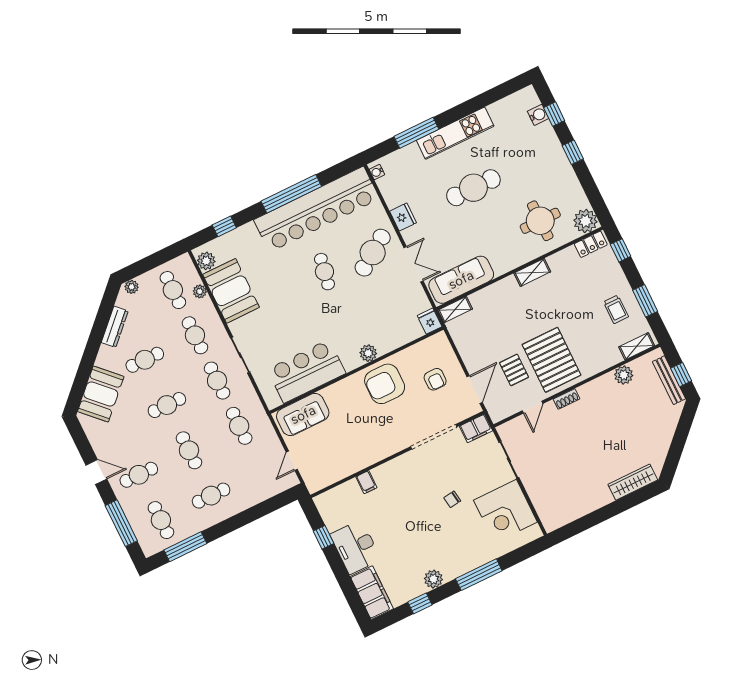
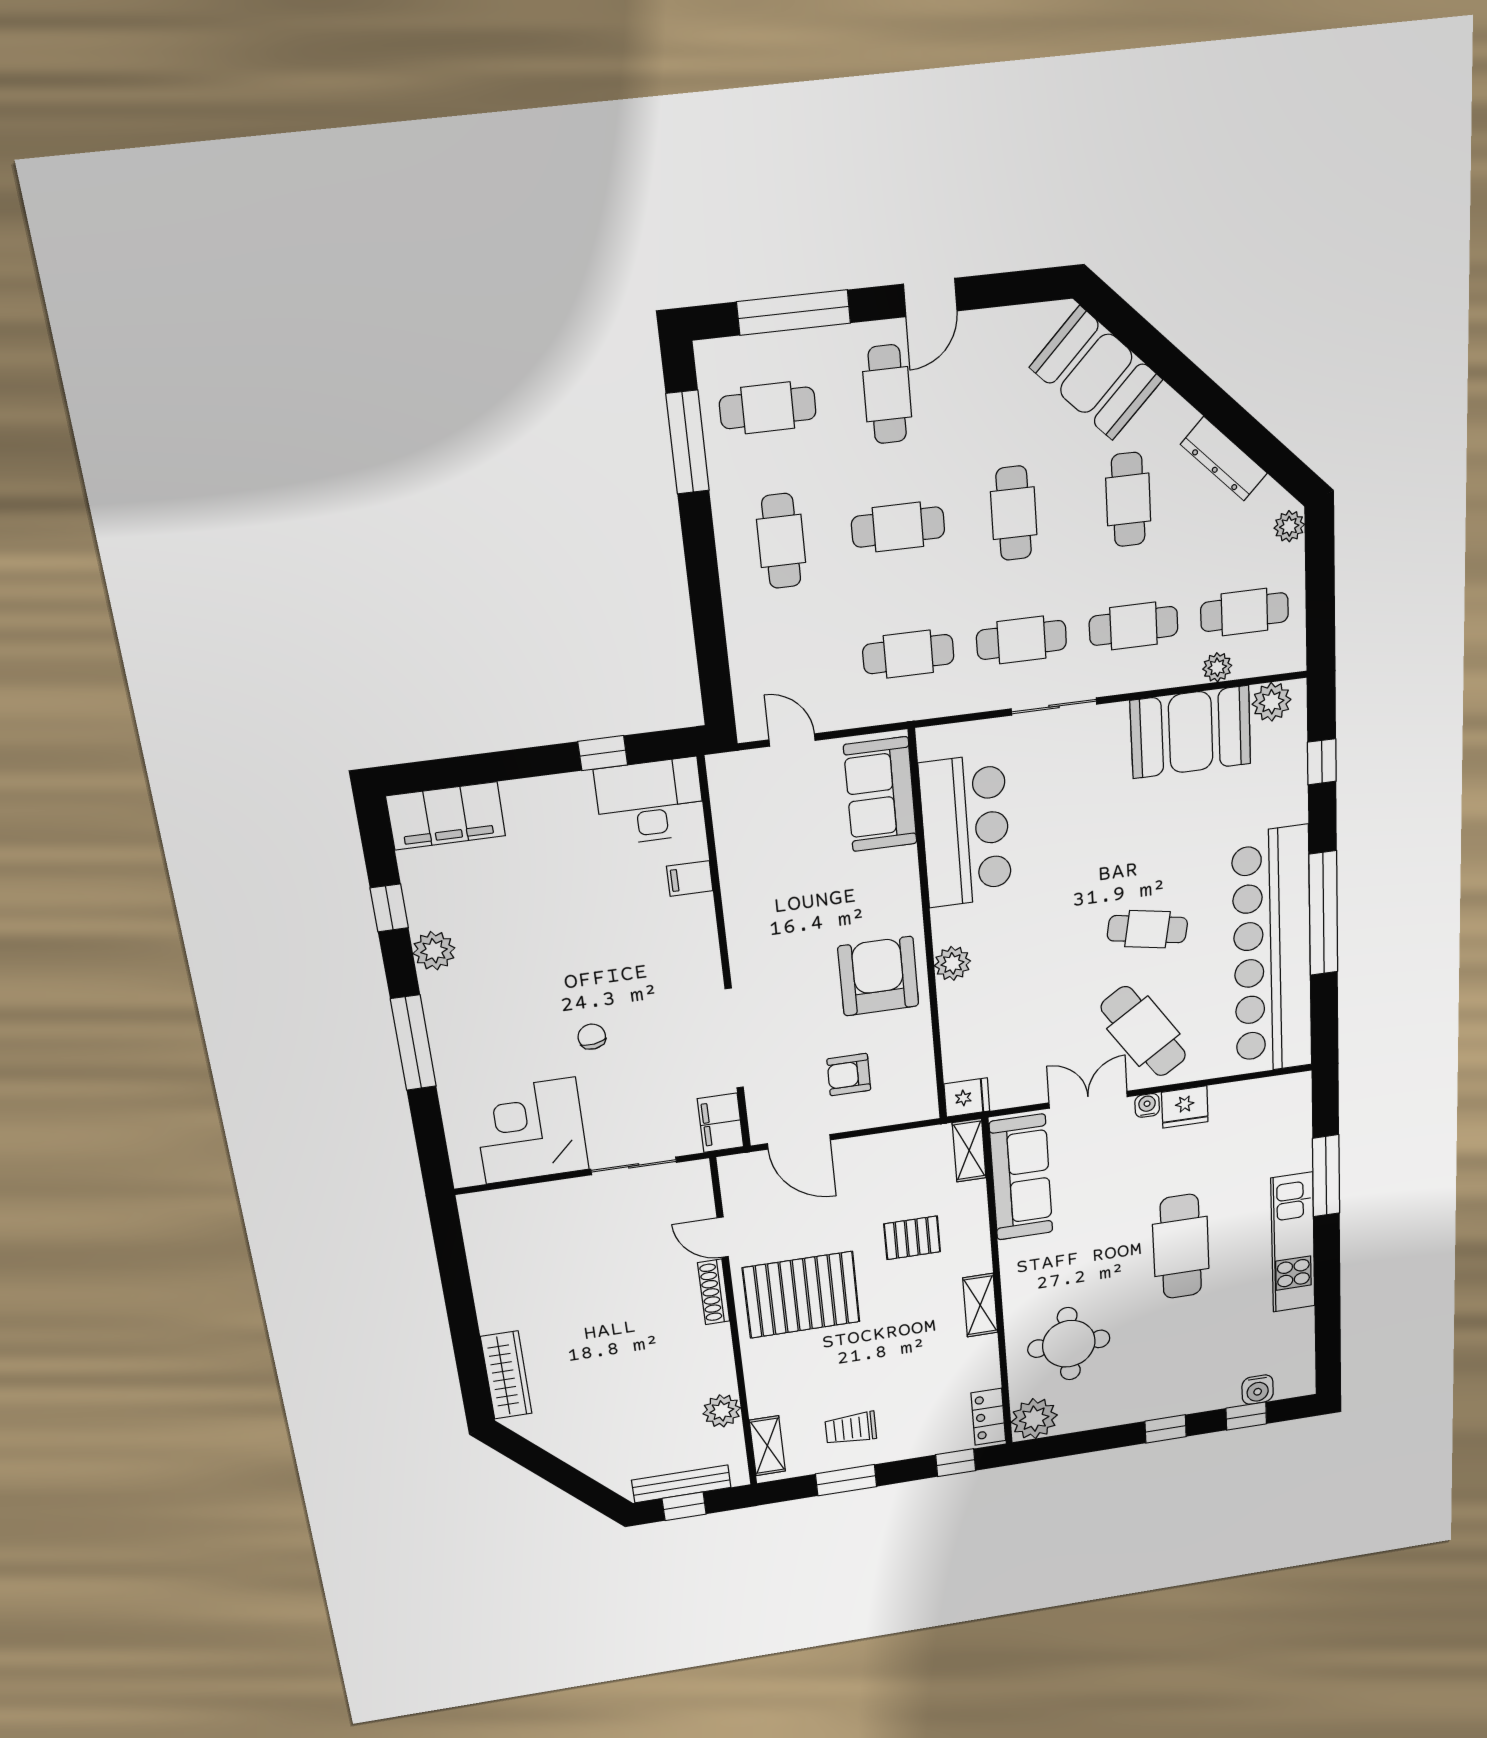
water cooler: (377, 172) -> (1147, 1105), moved
double door: (413, 264) -> (1088, 1100), swing flipped
pallet: (514, 370) -> (912, 1238), moved
shoe rack: (566, 399) -> (714, 1292), width x1.43
desk: (356, 547) -> (650, 801), moved

